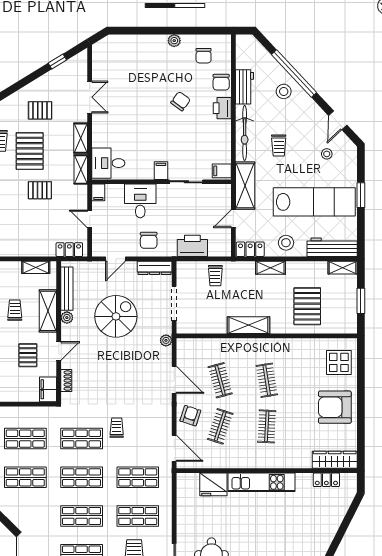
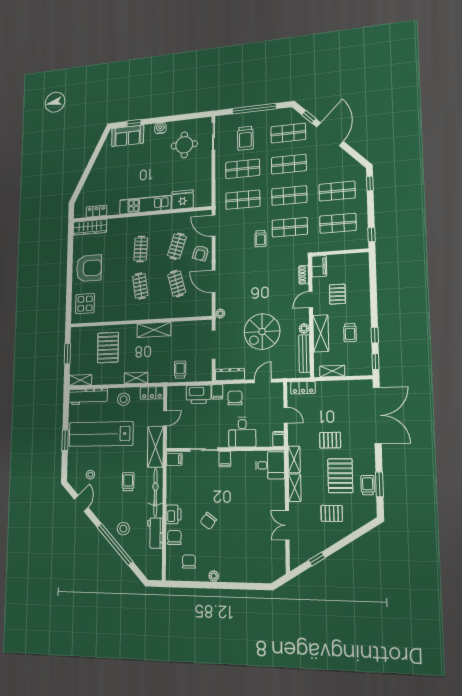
filing cabinet: (170, 248) -> (217, 392), added

